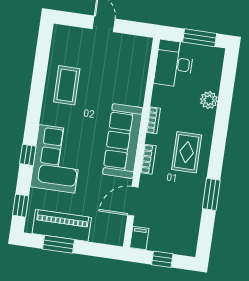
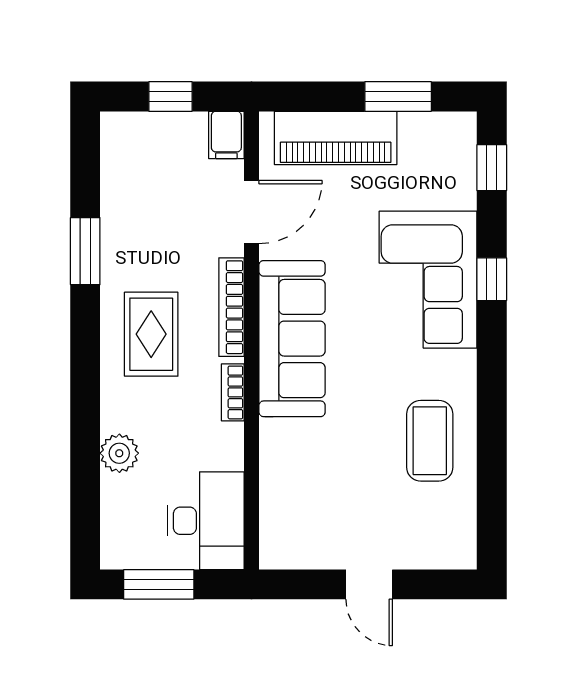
bookcase: (148, 159) -> (231, 307), width x1.56
piano: (62, 225) -> (336, 138), moved

